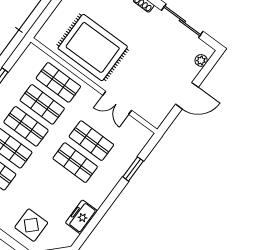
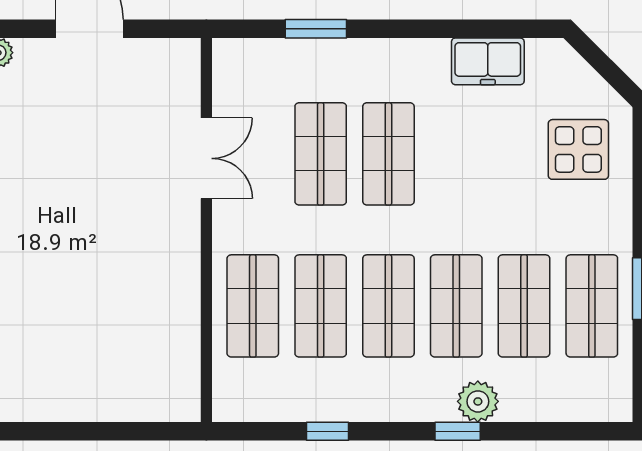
rug: (93, 47) -> (132, 289), removed

